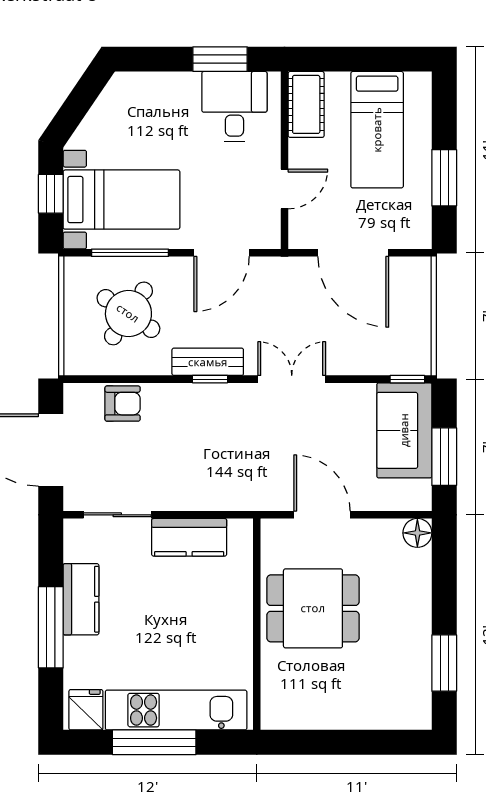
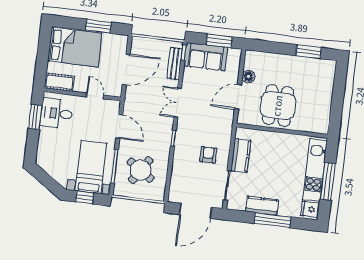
bed: (377, 130) -> (75, 47), width x1.50
bench: (208, 362) -> (175, 64), moved
armchair: (123, 404) -> (208, 155), moved
floor lamp: (417, 533) -> (248, 77), moved

